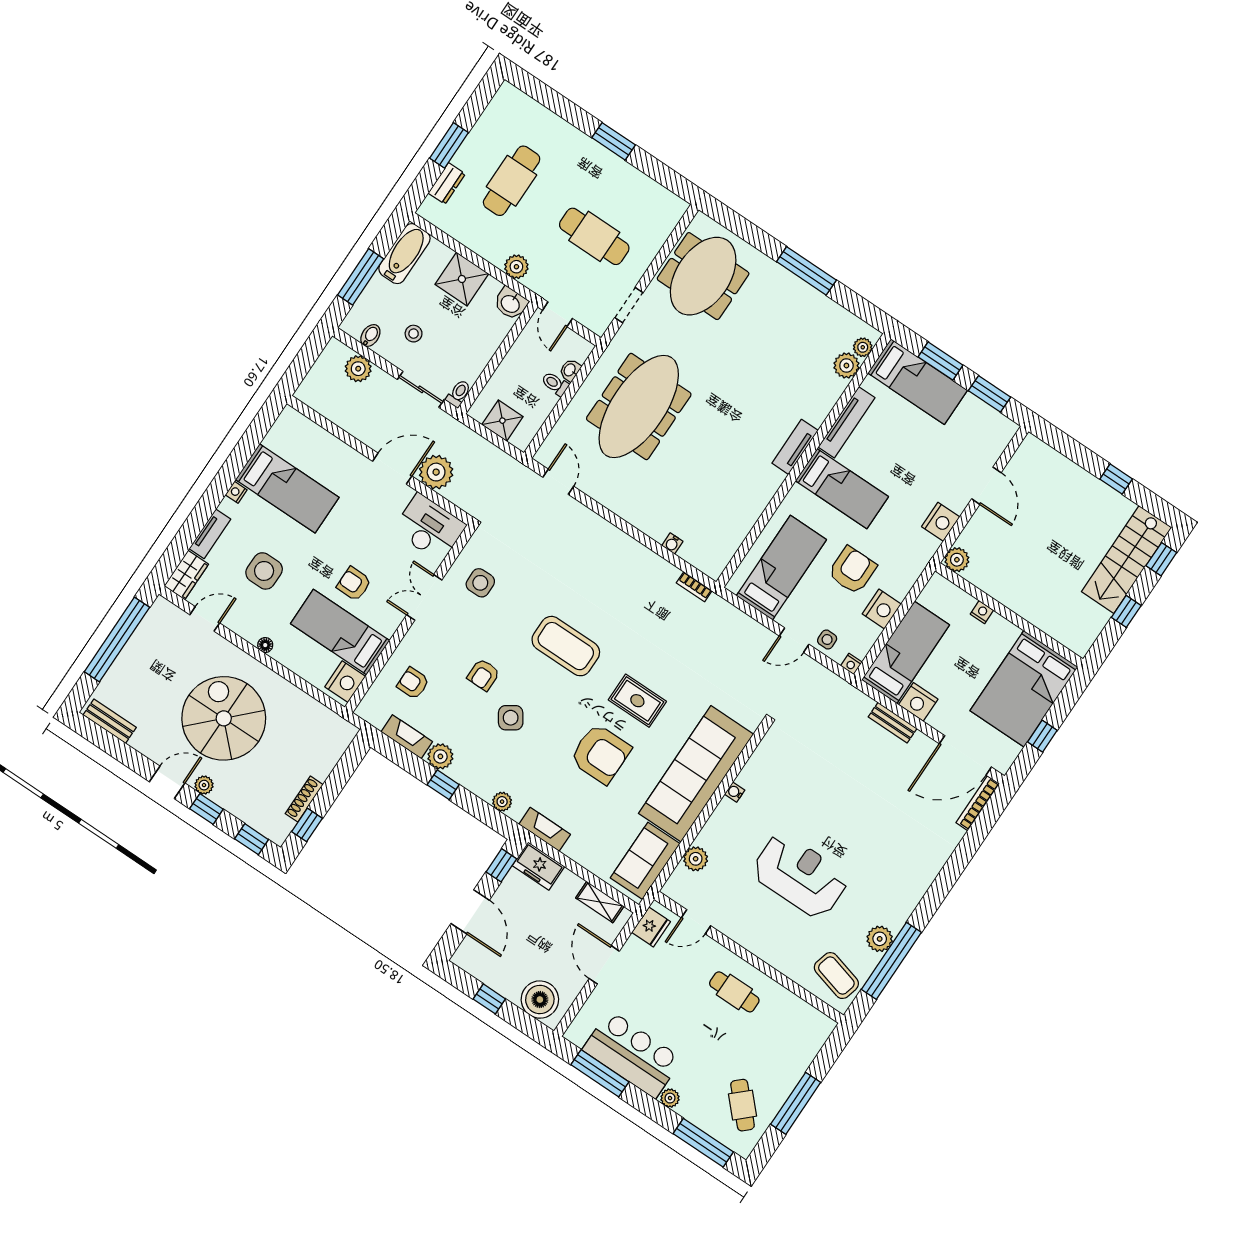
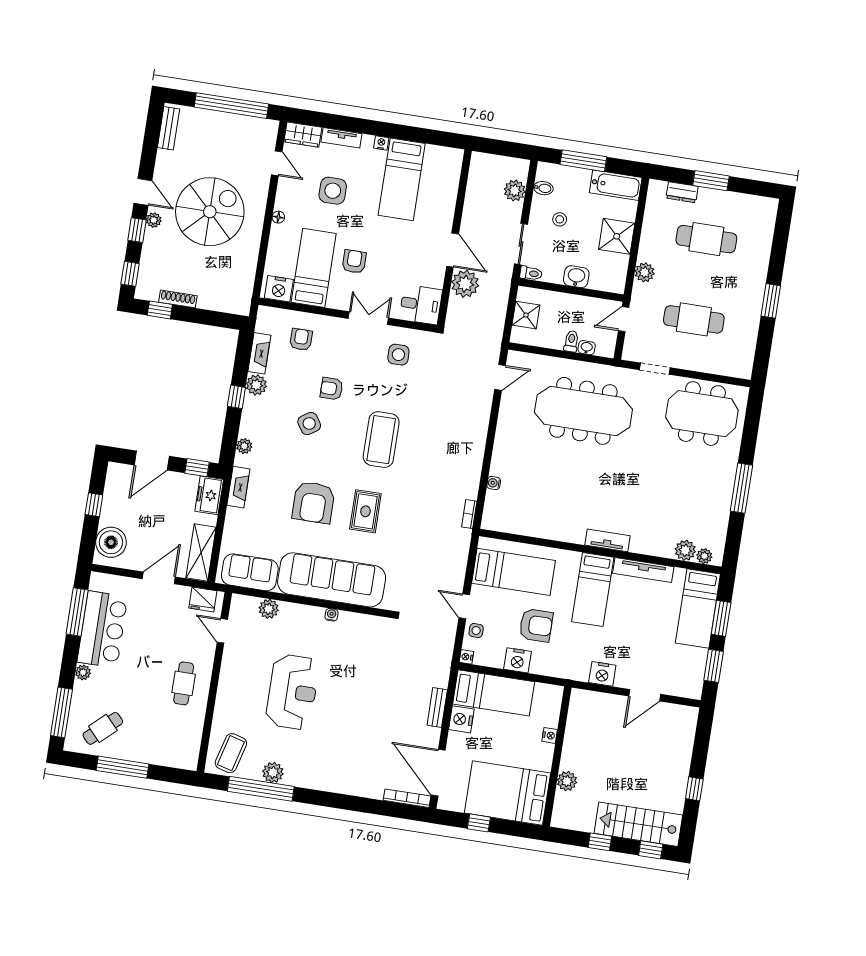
cafe table: (594, 236) -> (694, 319), turned 90
washbasin: (511, 303) -> (576, 277), moved, turned 90
desk: (429, 528) -> (421, 305), width x0.73
plant: (957, 560) -> (567, 781), moved
shelving: (600, 902) -> (201, 553), width x1.50, depth x1.33

